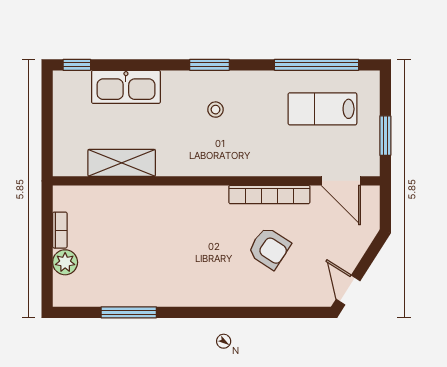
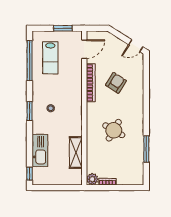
round table: (169, 243) -> (114, 130), added
plant: (65, 262) -> (92, 179), moved

